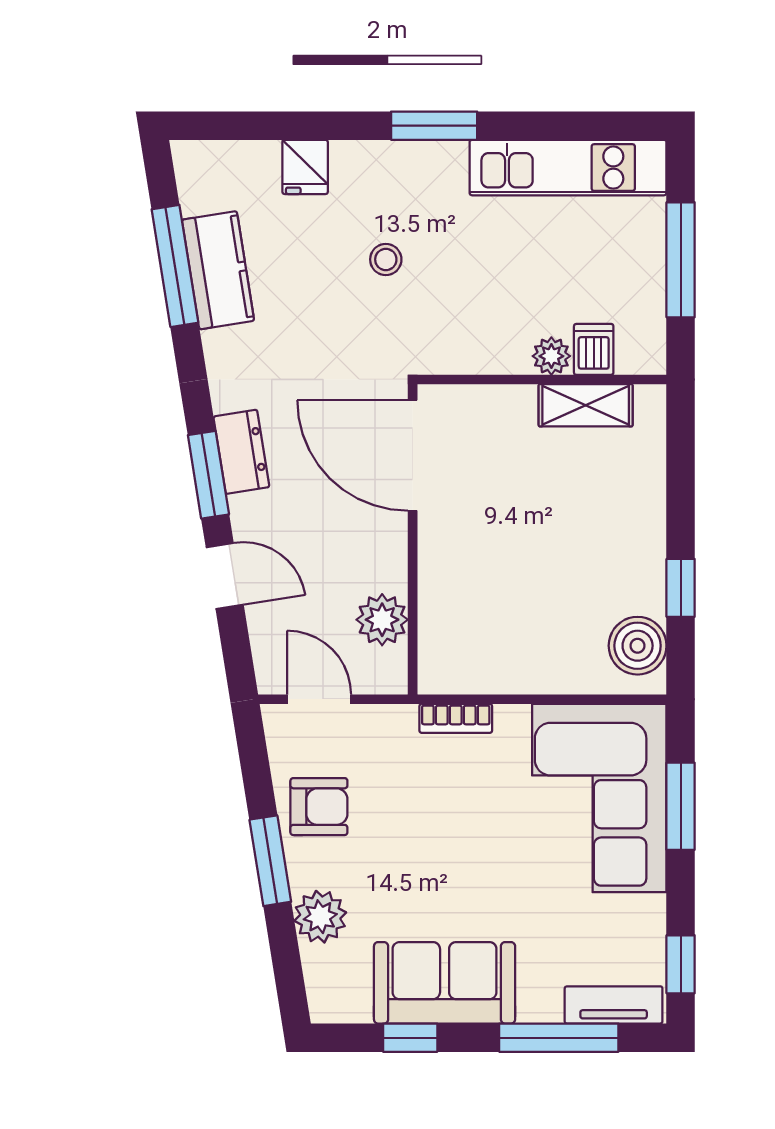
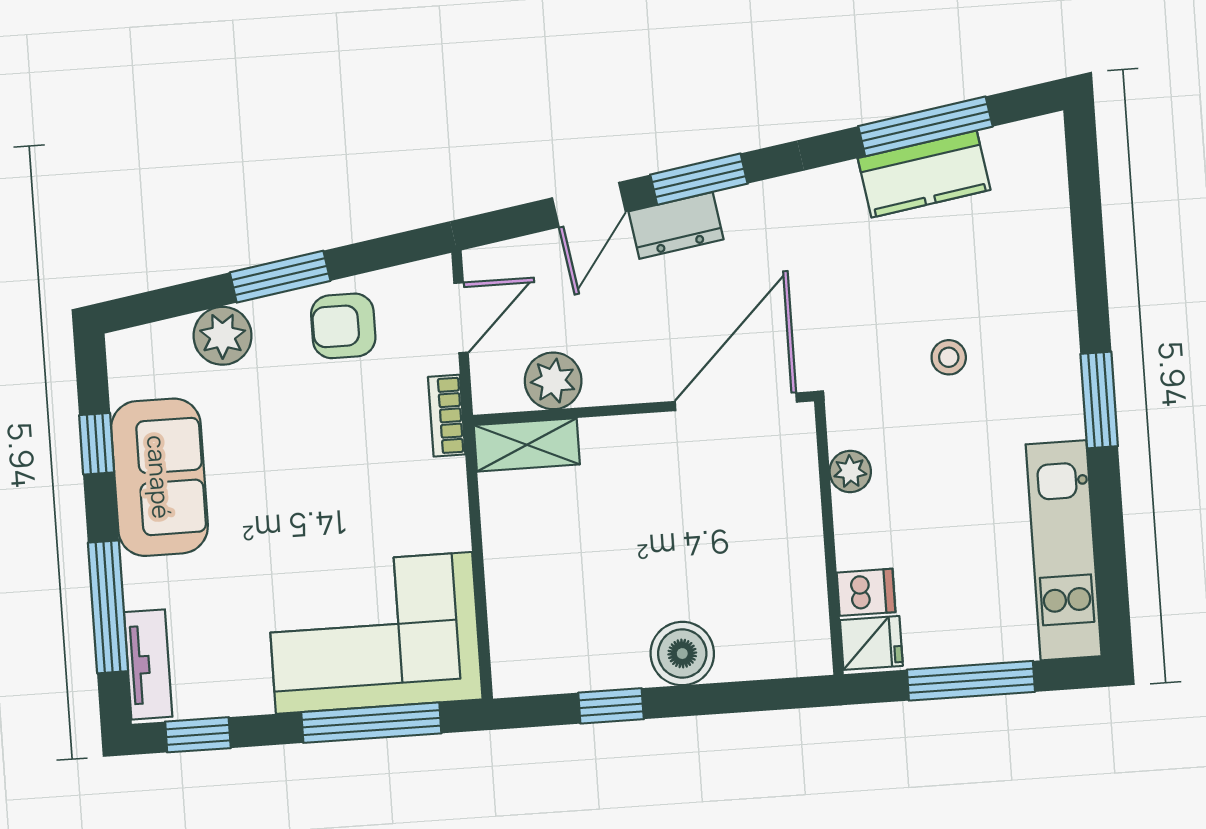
fridge: (305, 167) -> (871, 643), moved, turned 180
plant: (551, 356) -> (850, 471), moved
shelving: (586, 405) -> (527, 445), moved, turned 90
dresser: (241, 452) -> (676, 225), moved
boiler: (638, 646) -> (682, 654), moved
bookcase: (456, 718) -> (447, 416), moved
window: (681, 806) -> (371, 723), width x1.44
armchair: (319, 807) -> (343, 326), turned 90

